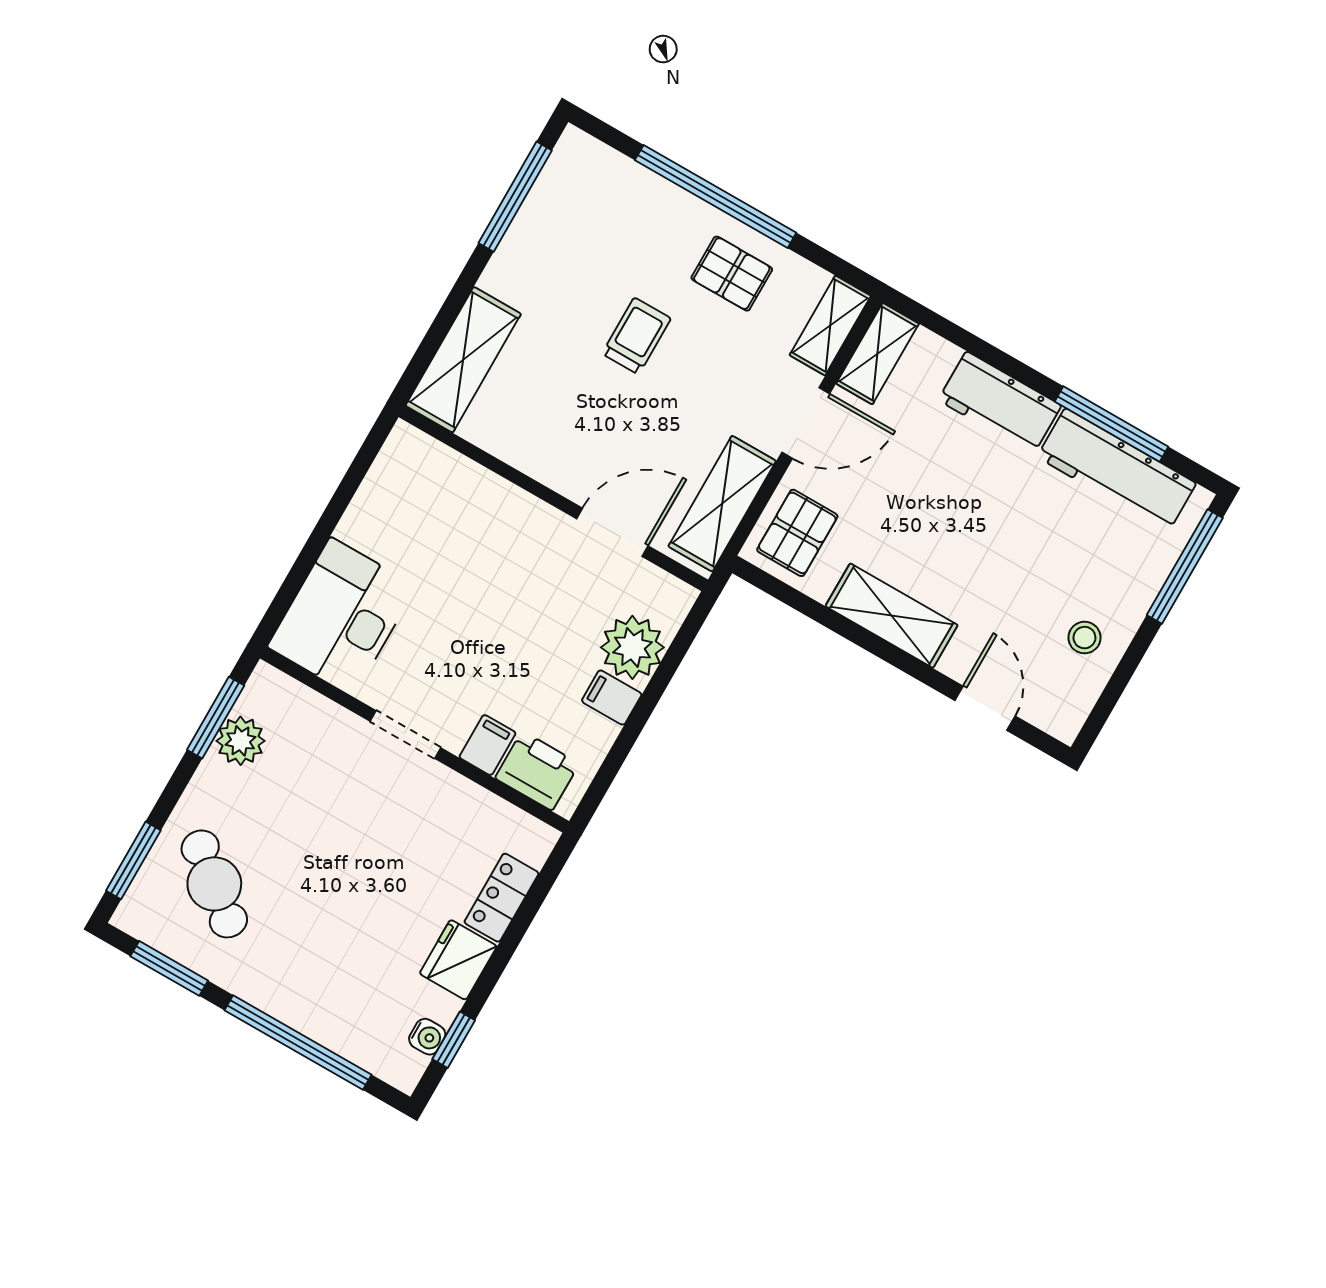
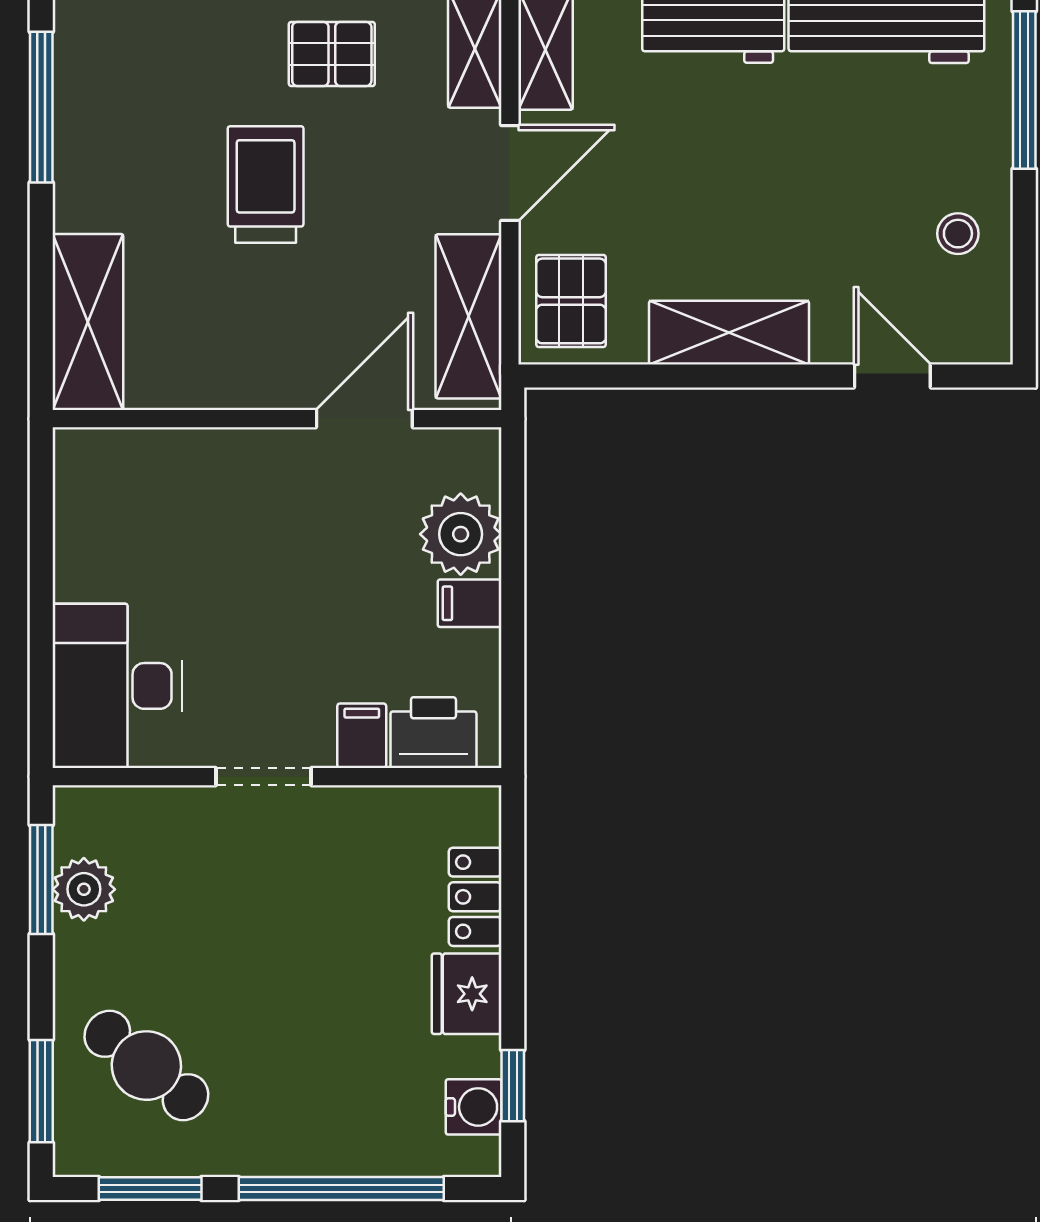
trolley: (636, 336) -> (266, 185), width x1.36, depth x1.39
water cooler: (427, 1037) -> (474, 1107), width x1.38, depth x1.38

